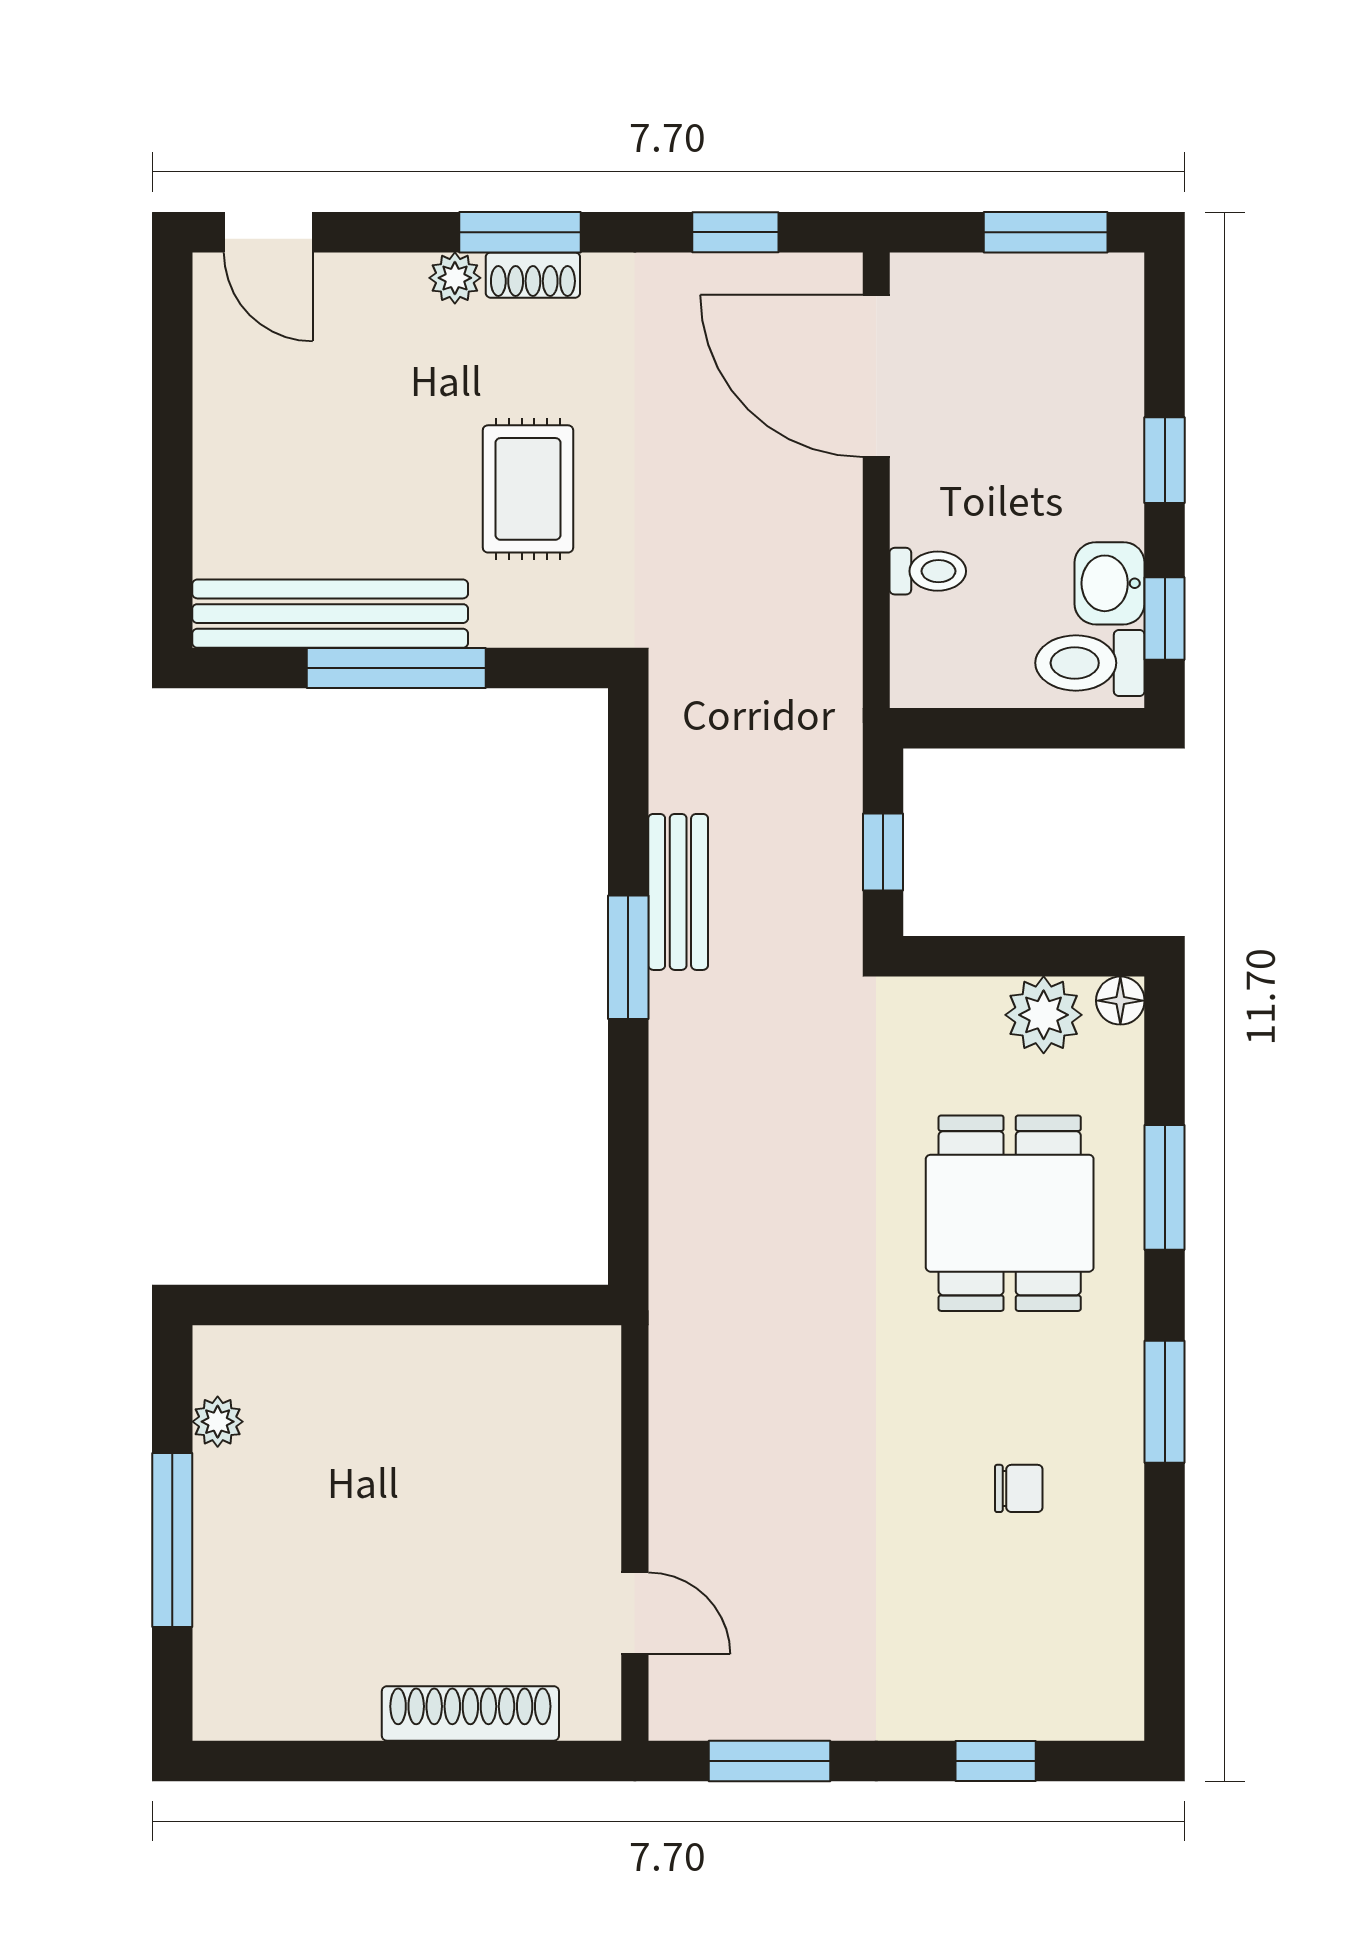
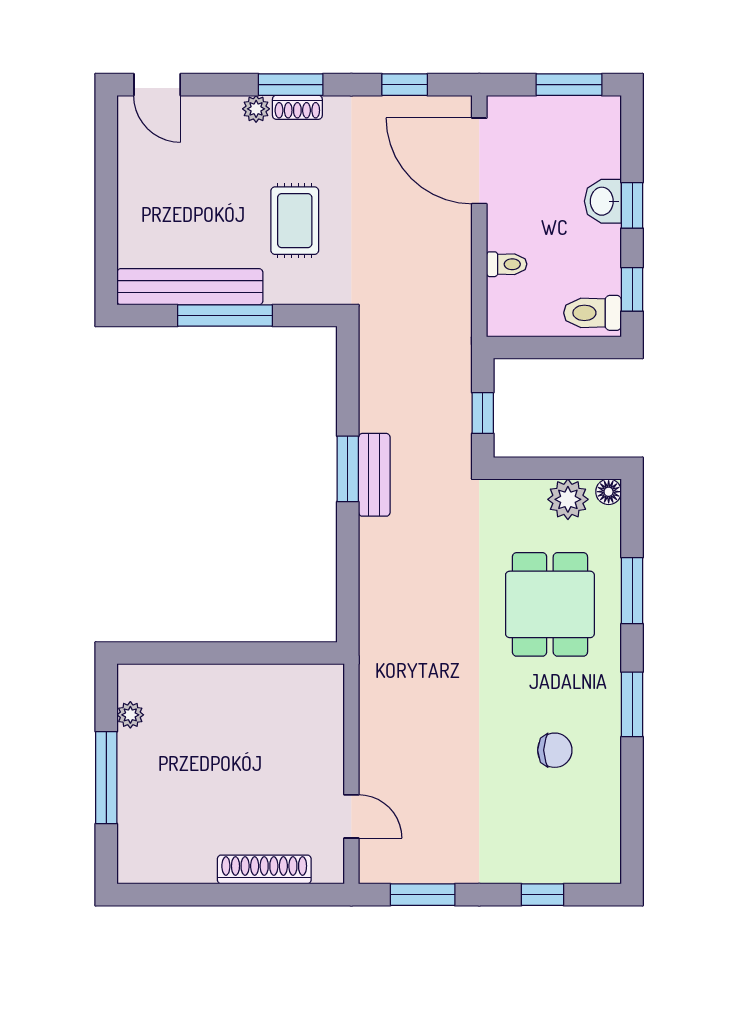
washbasin: (1110, 583) -> (603, 201), moved
bench: (678, 892) -> (374, 475), moved
chair: (1019, 1488) -> (555, 750), width x1.37, depth x1.37

